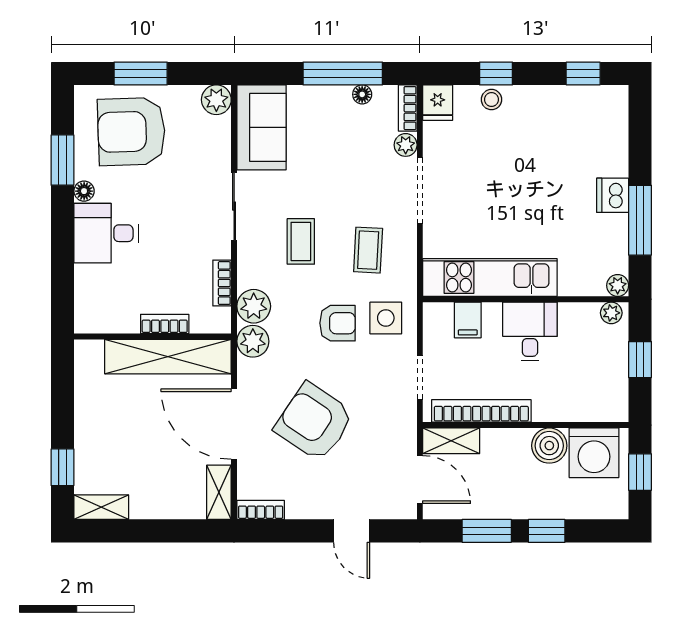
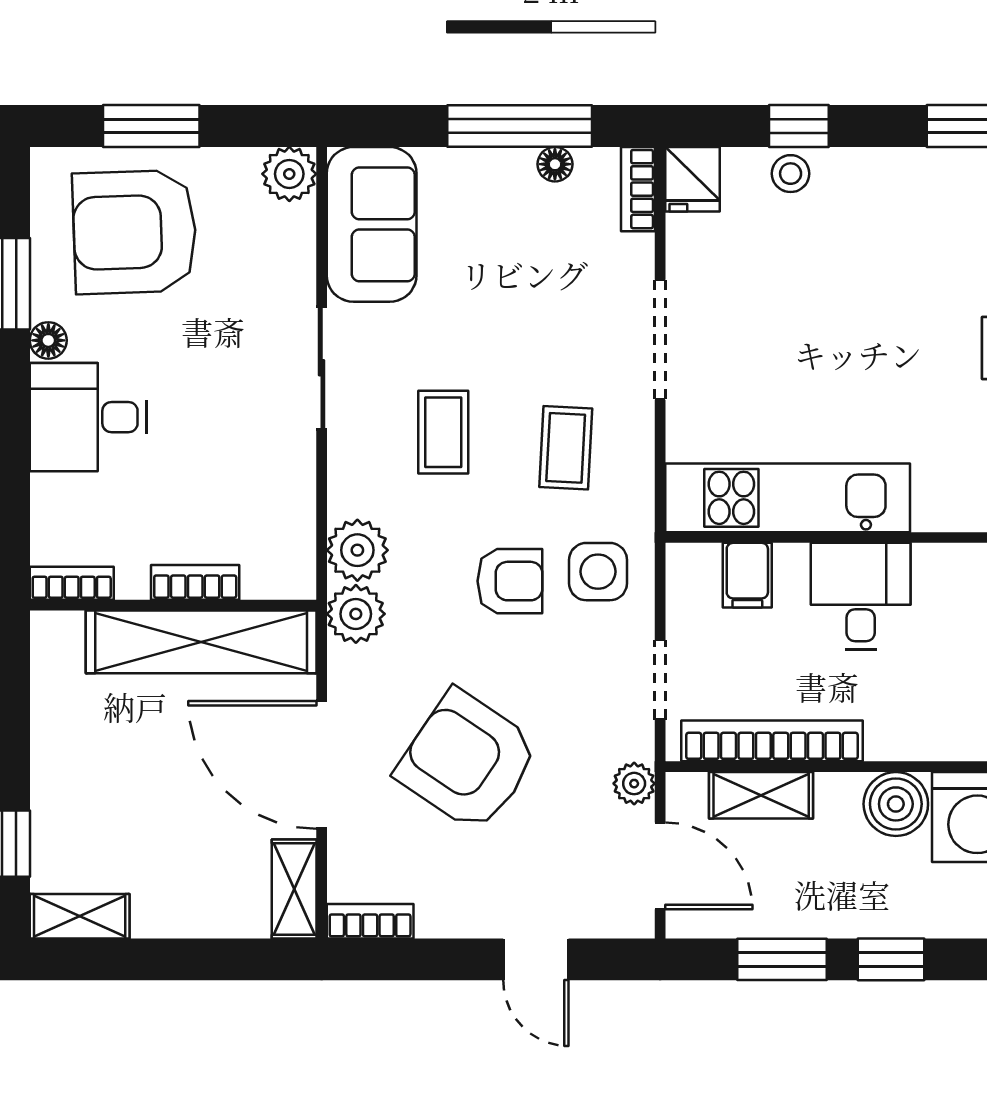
plant: (406, 145) -> (634, 784), moved
bookcase: (222, 283) -> (72, 583), moved, turned 90
shelving: (451, 441) -> (761, 795), moved

